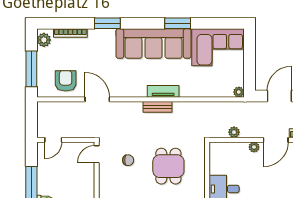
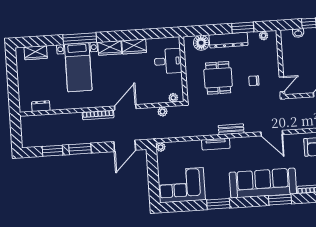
sofa: (153, 44) -> (263, 183), moved
tv unit: (163, 91) -> (216, 144), moved
door: (97, 99) -> (272, 133), moved
plant: (254, 147) -> (173, 98), moved

